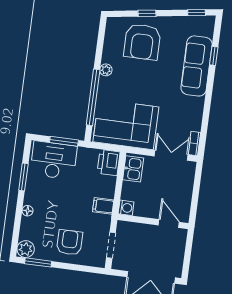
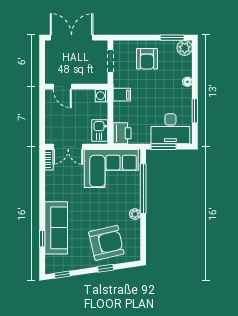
armchair: (142, 42) -> (106, 243), turned 77

